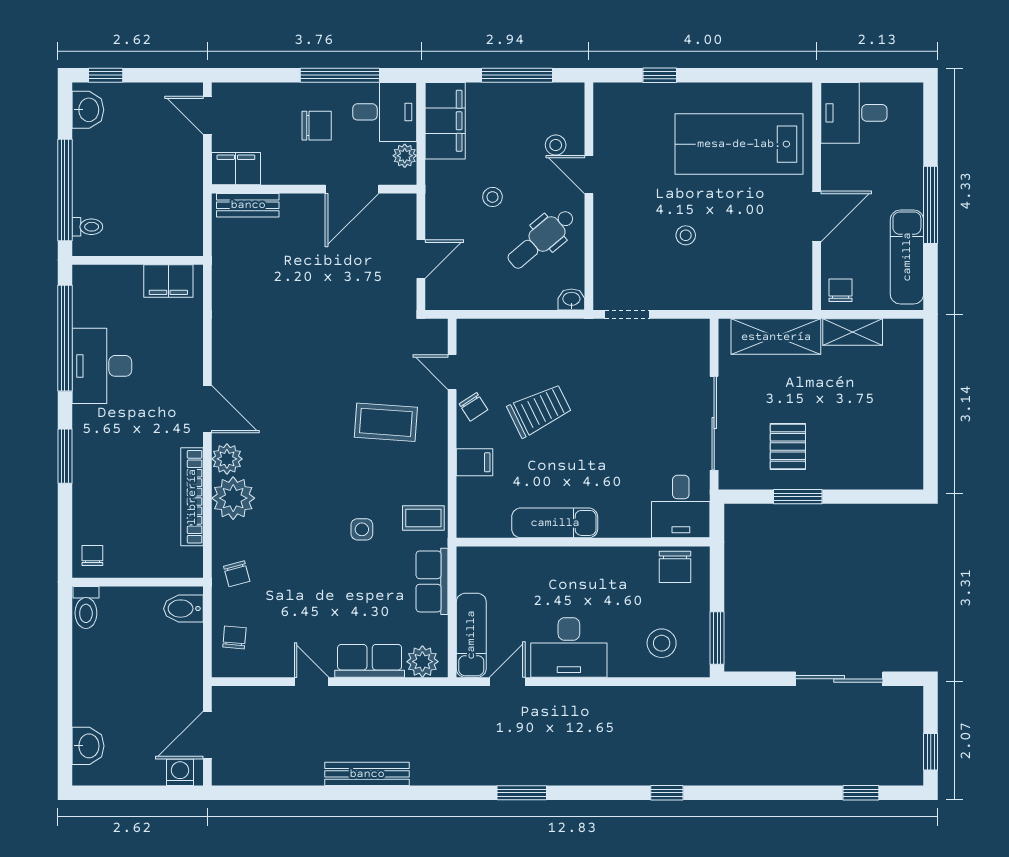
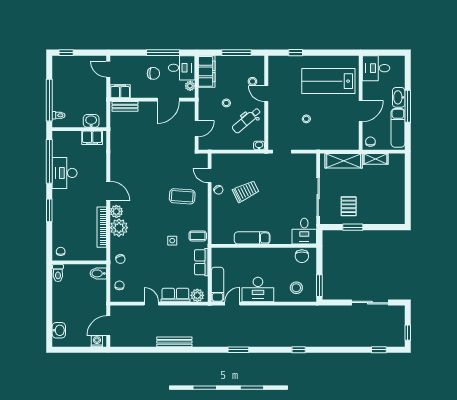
washbasin: (88, 110) -> (91, 121), moved, turned -90
washbasin: (909, 183) -> (399, 97), added
filing cabinet: (475, 462) -> (219, 213), removed

